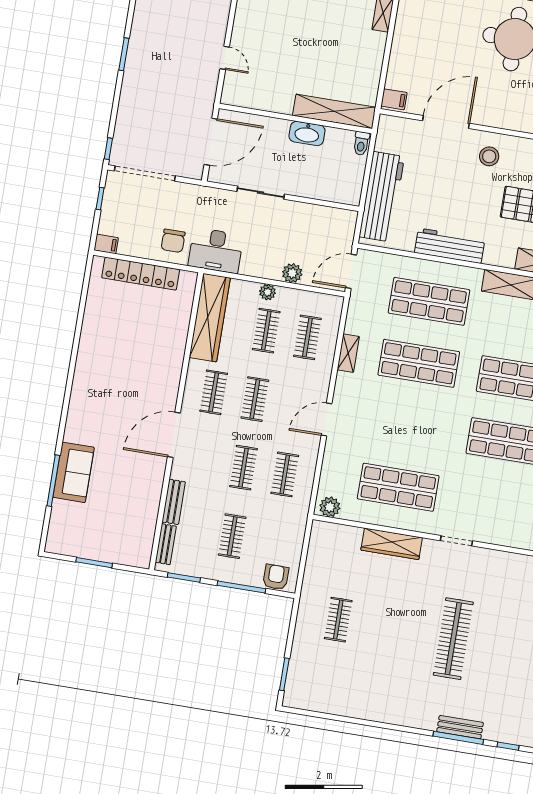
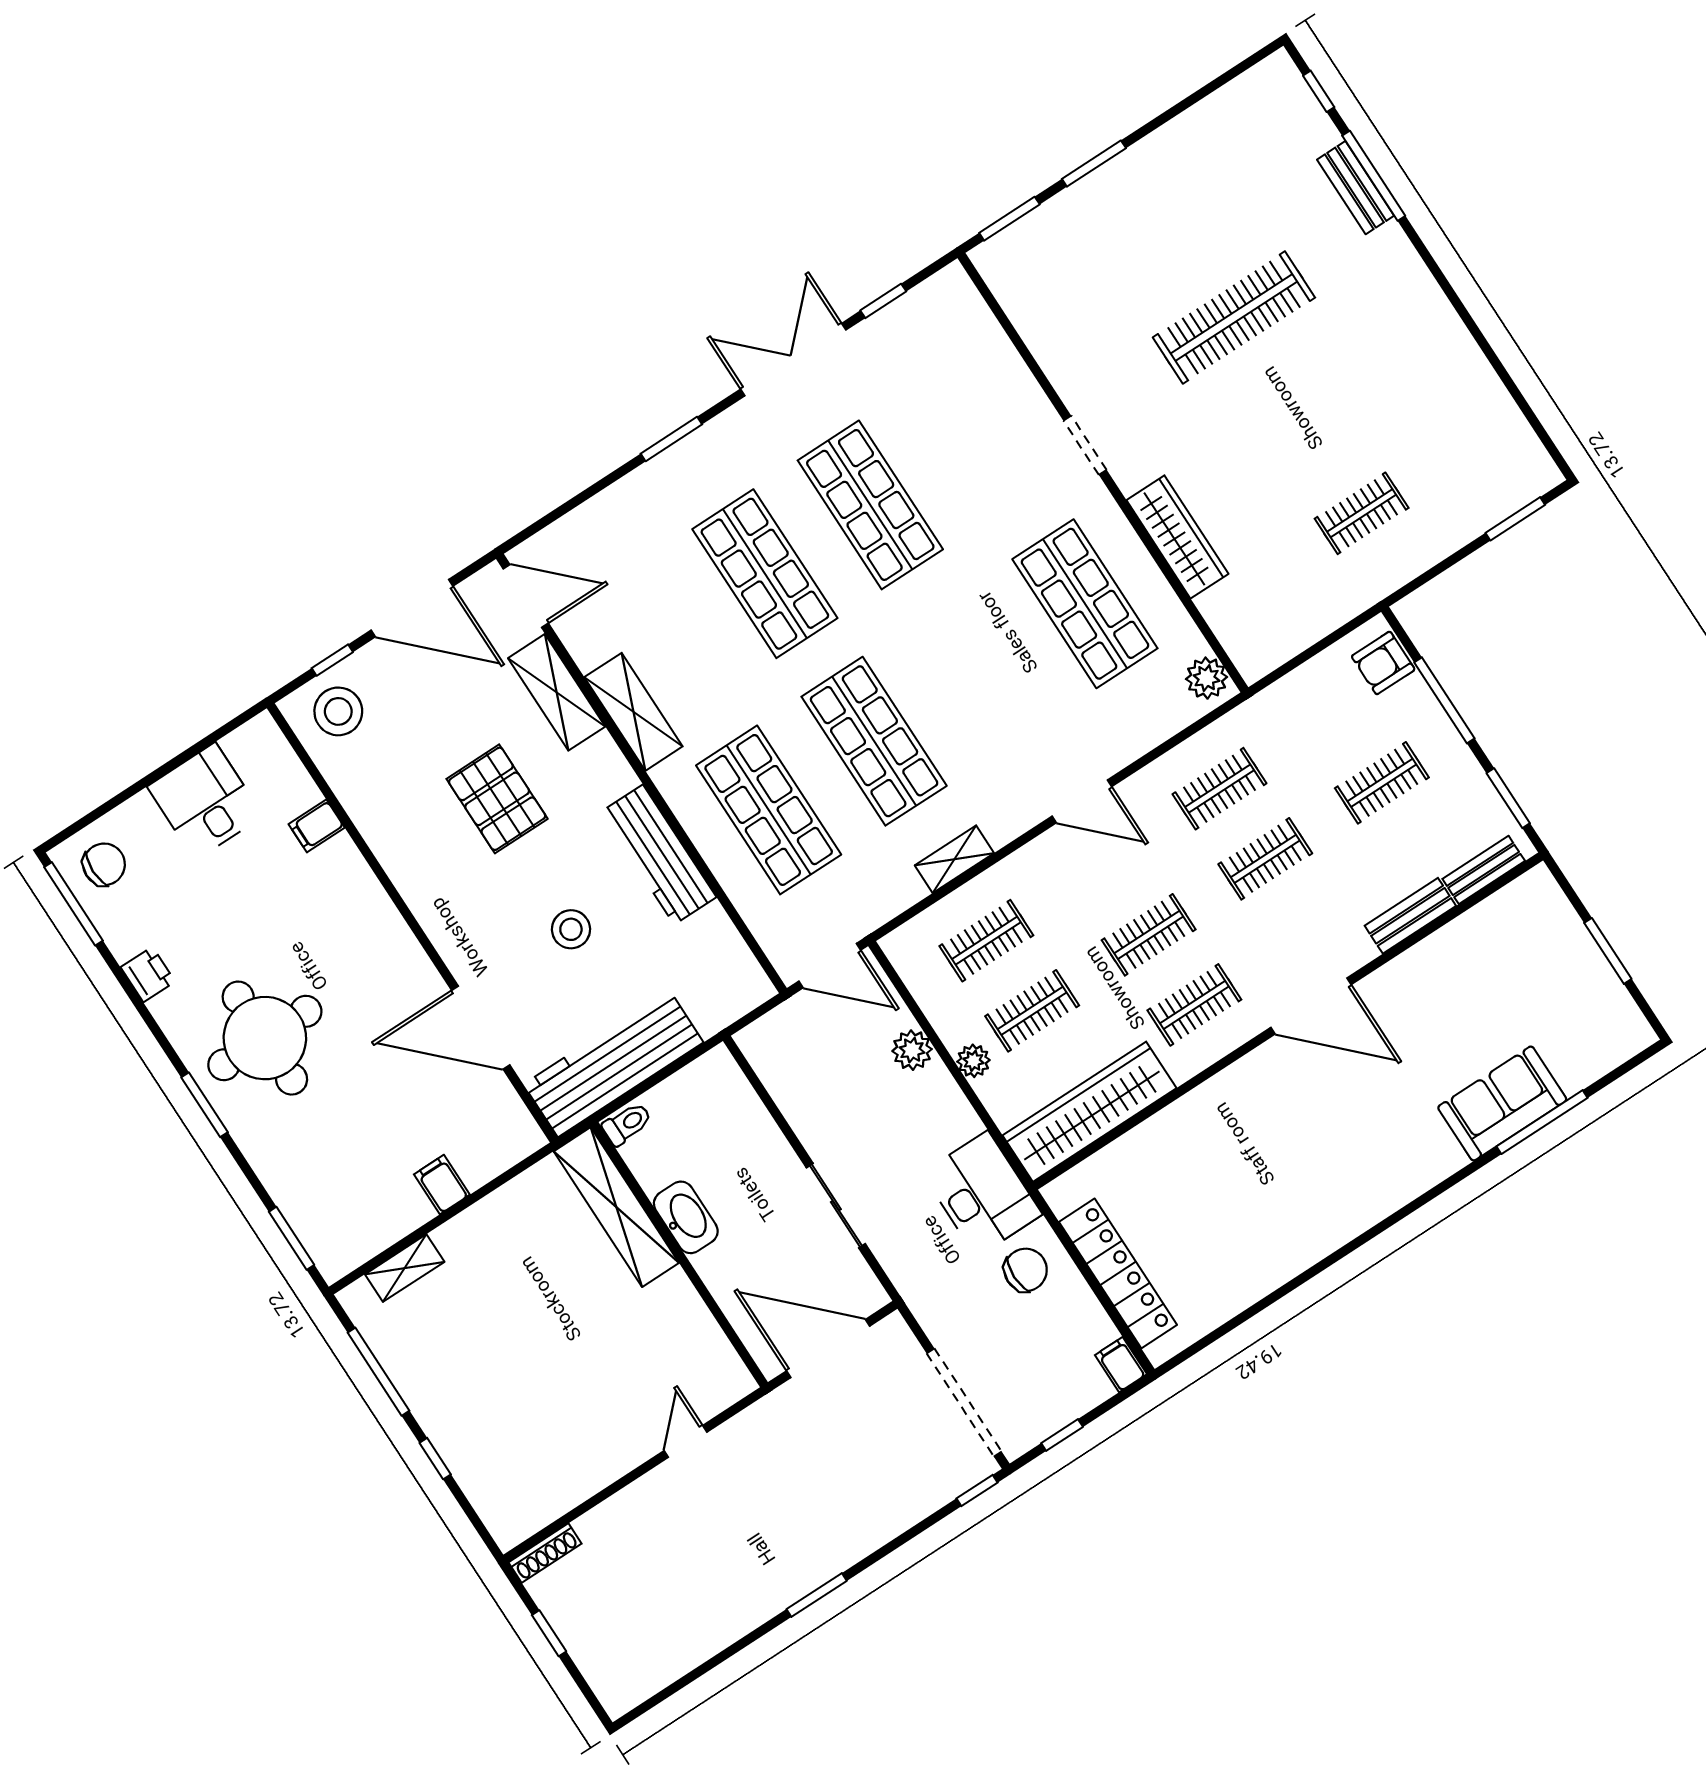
filing cabinet: (394, 99) -> (442, 1184), moved
stool: (489, 156) -> (571, 929), moved
workbench: (382, 197) -> (613, 1063), moved

